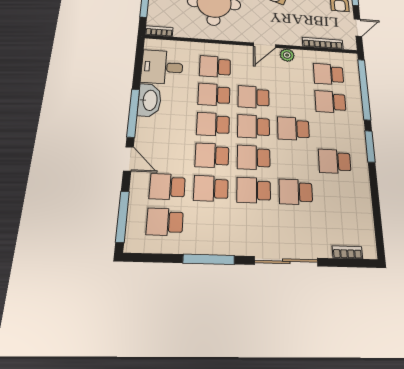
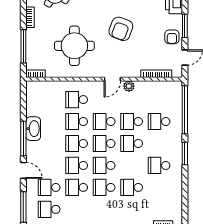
desk: (162, 67) -> (40, 103), removed
school desk: (328, 74) -> (132, 122), moved

